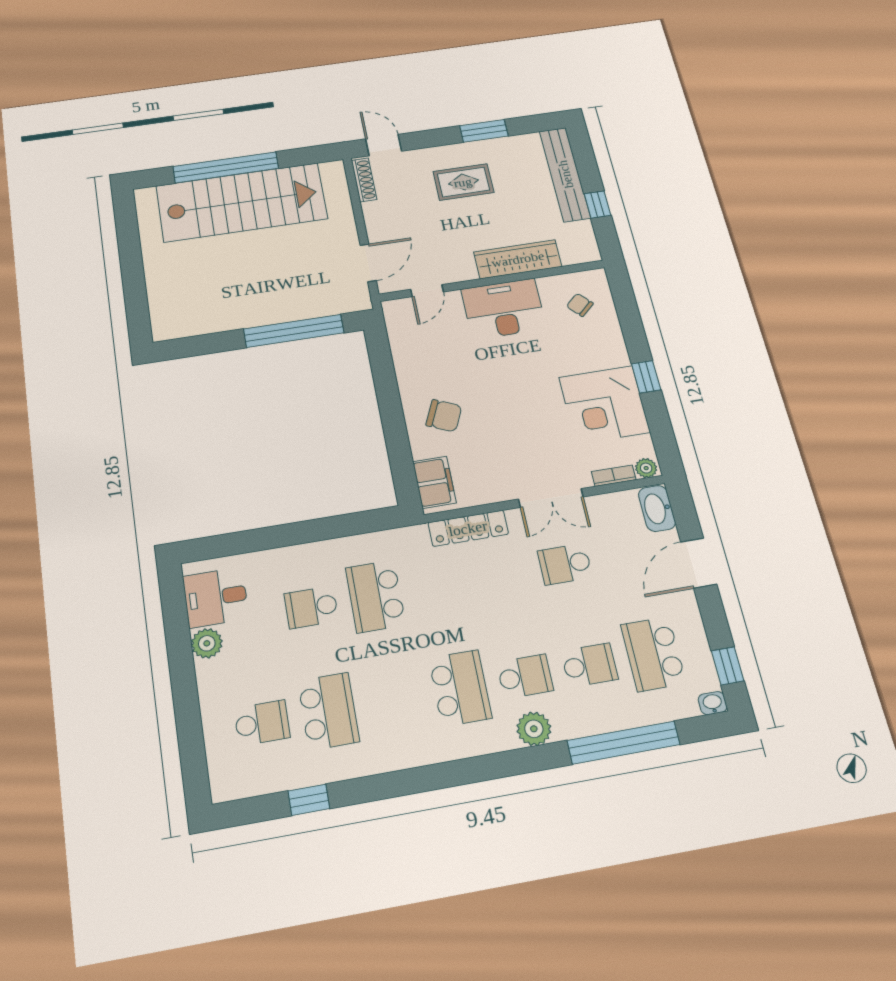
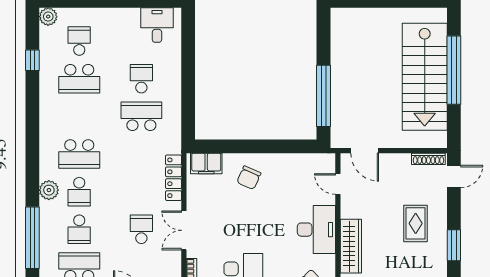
plant: (207, 643) -> (48, 17), moved
school desk: (262, 723) -> (79, 41), turned 180

